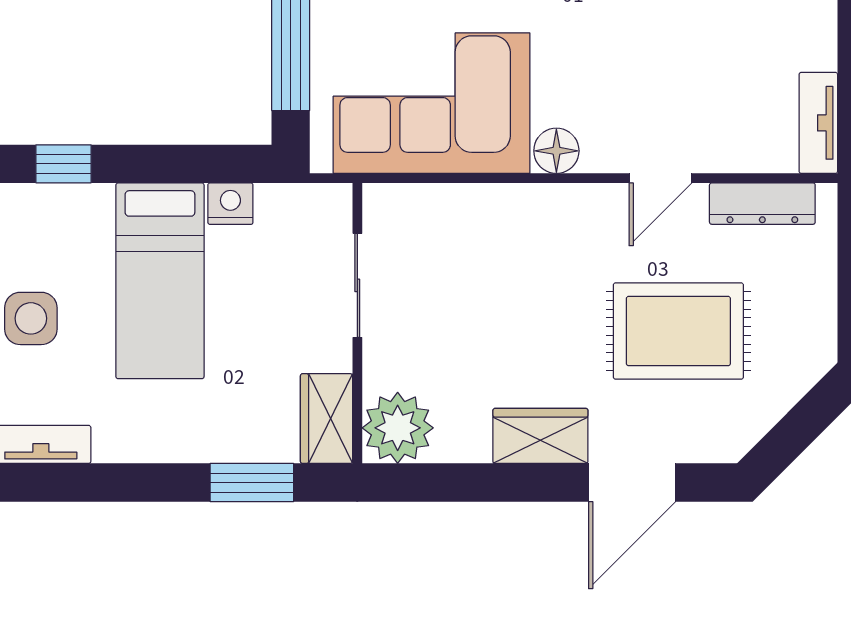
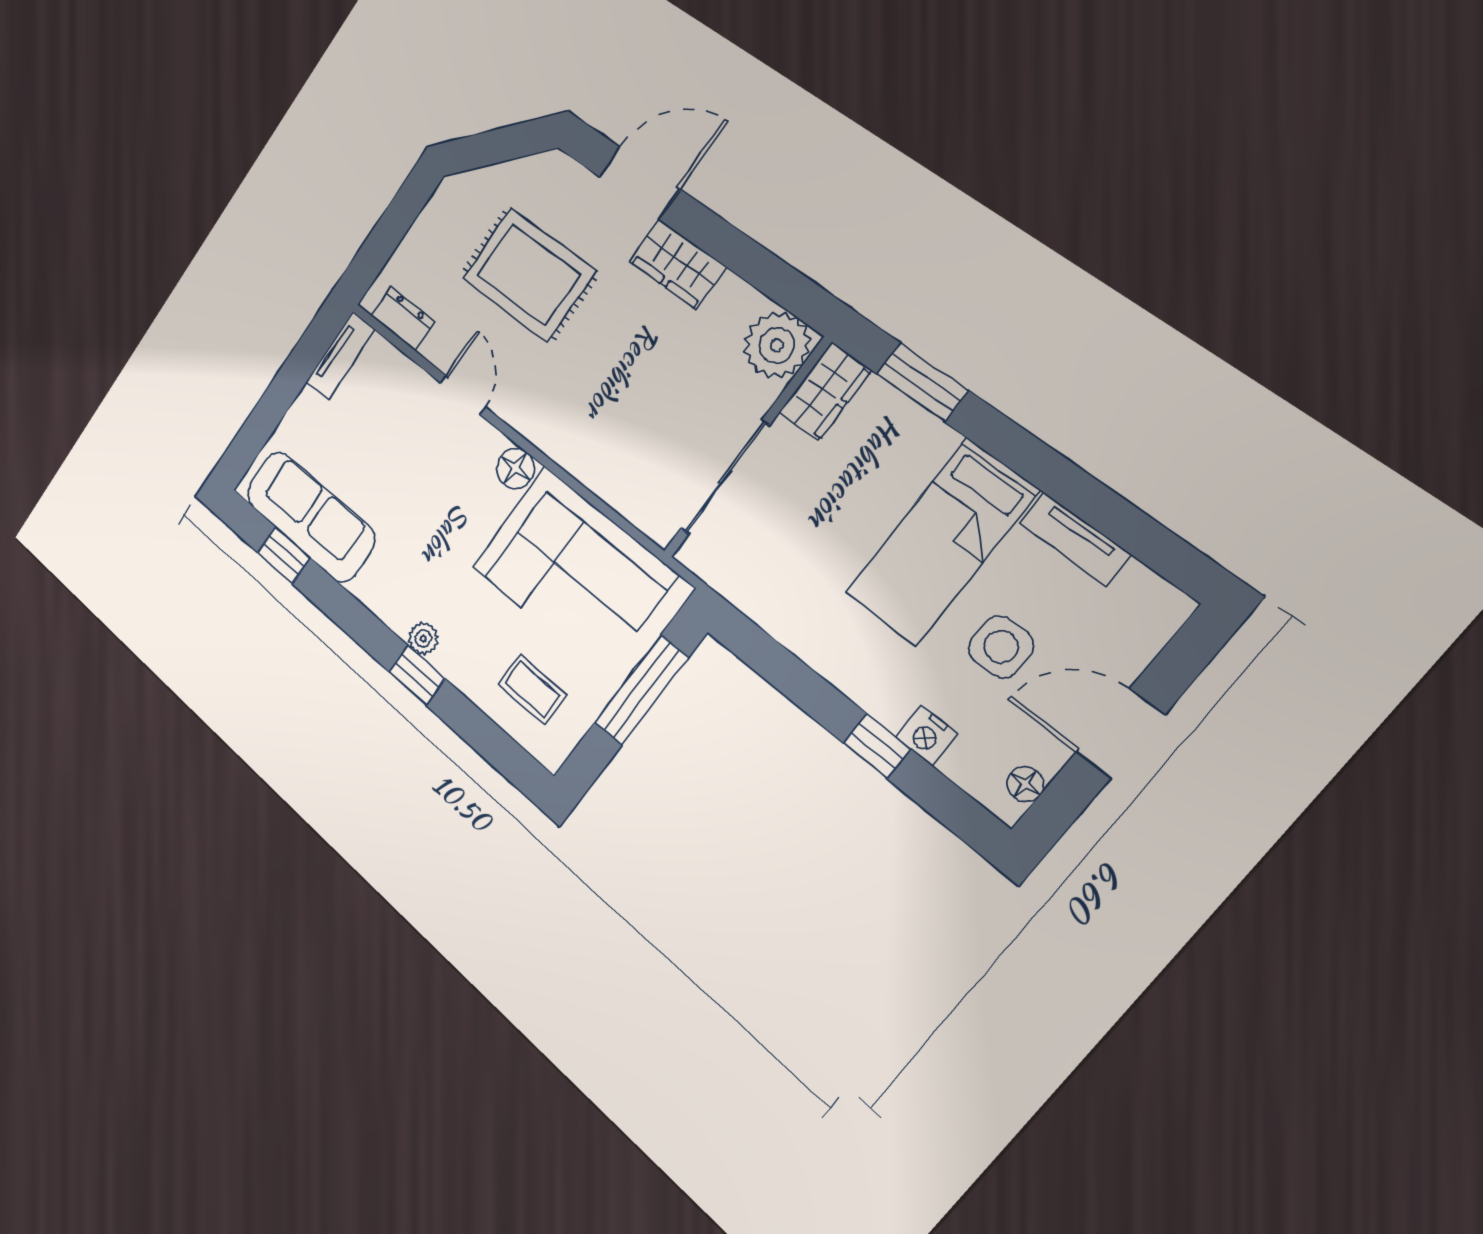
door: (661, 178) -> (463, 395), hinge flipped
nightstand: (230, 204) -> (927, 736), moved
dresser: (762, 204) -> (403, 319), width x0.70
bed: (160, 281) -> (941, 542), moved, turned 180
sliding door: (357, 285) -> (725, 477), width x1.37

